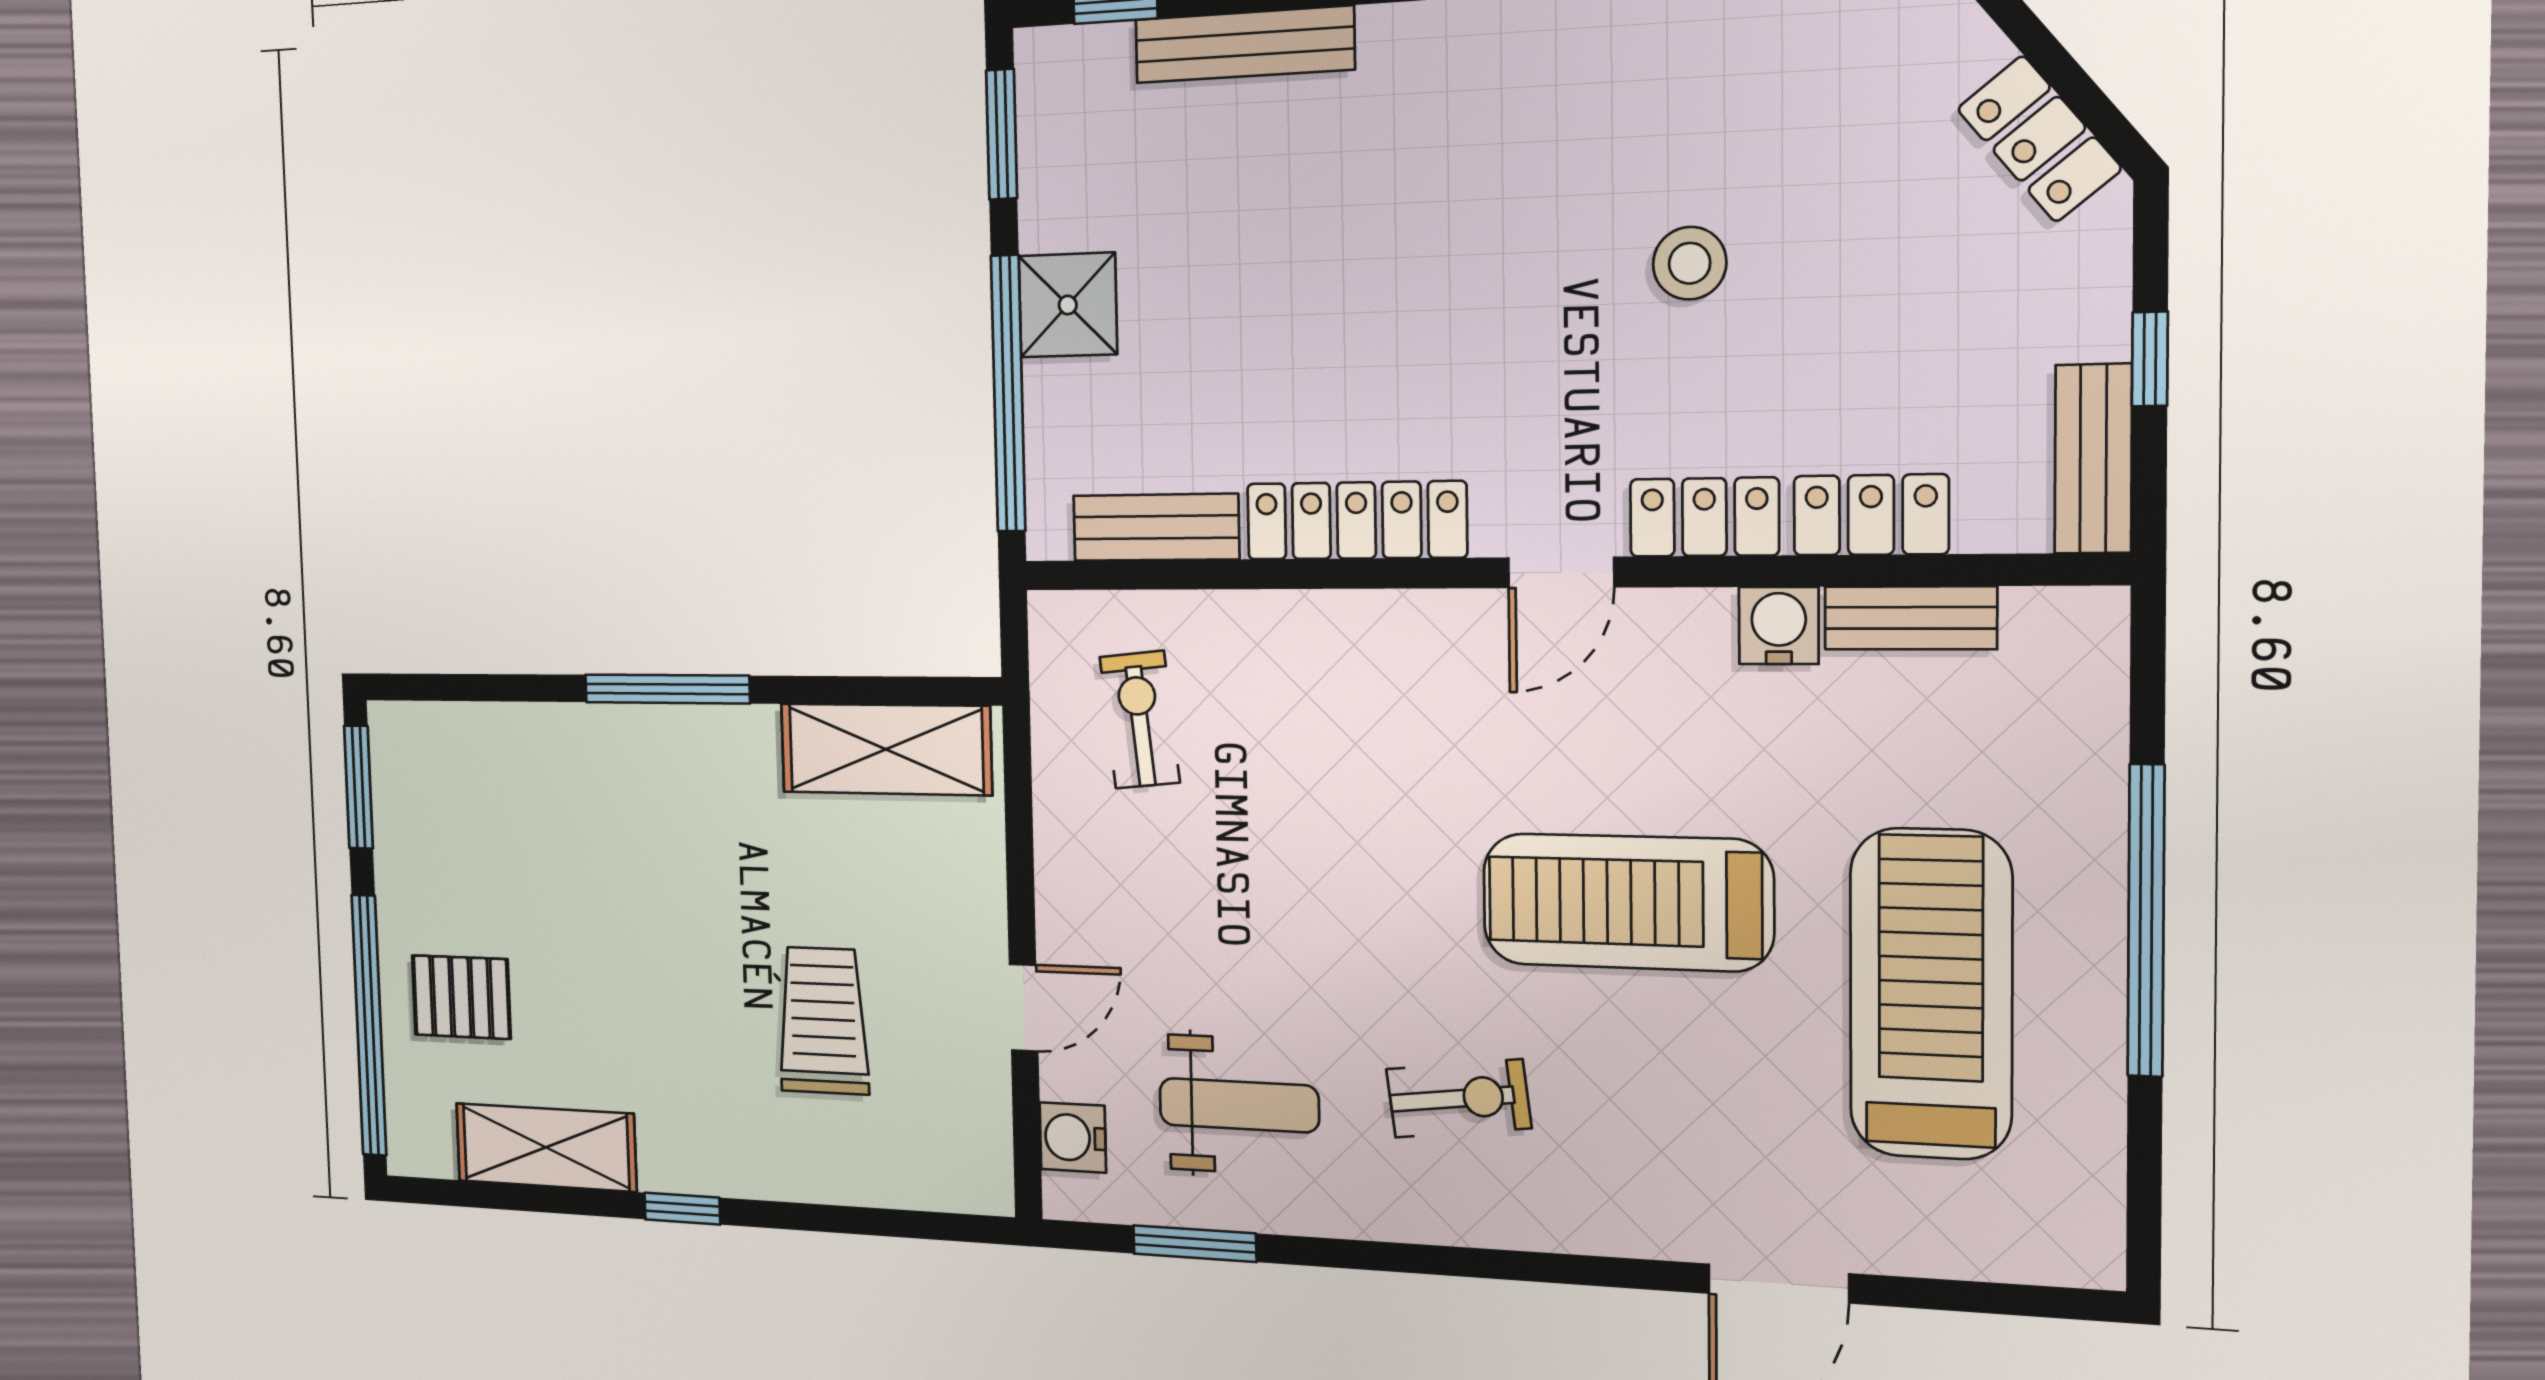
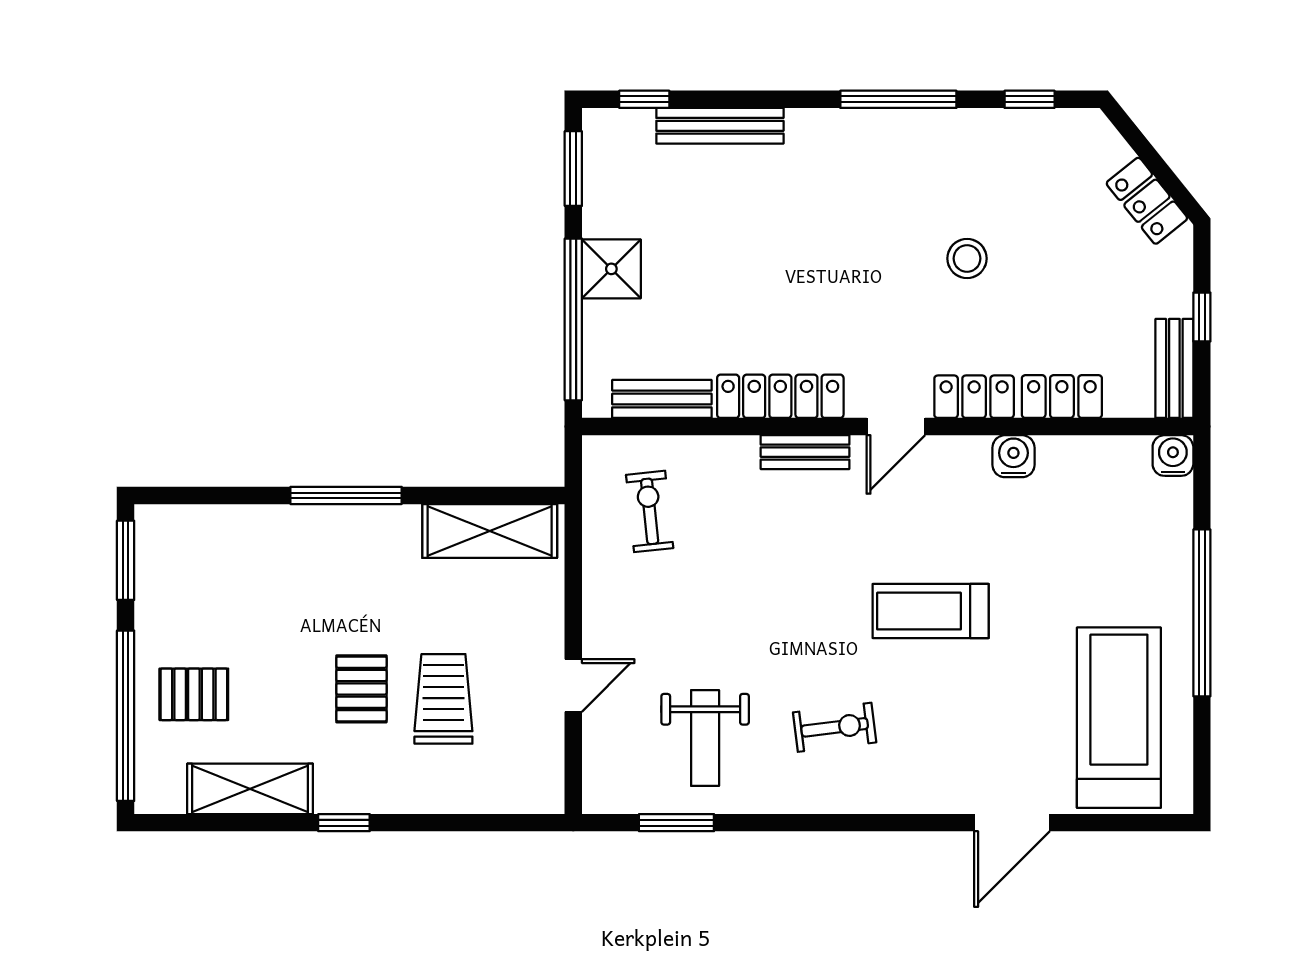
bench: (1910, 618) -> (805, 452), moved
treadmill: (1627, 902) -> (931, 611), width x0.73, depth x0.73
treadmill: (1931, 994) -> (1119, 718), moved
pallet: (700, 999) -> (361, 689), added
weight bench: (1239, 1105) -> (705, 738), turned 90
water cooler: (1073, 1138) -> (1173, 456), moved, turned 90

